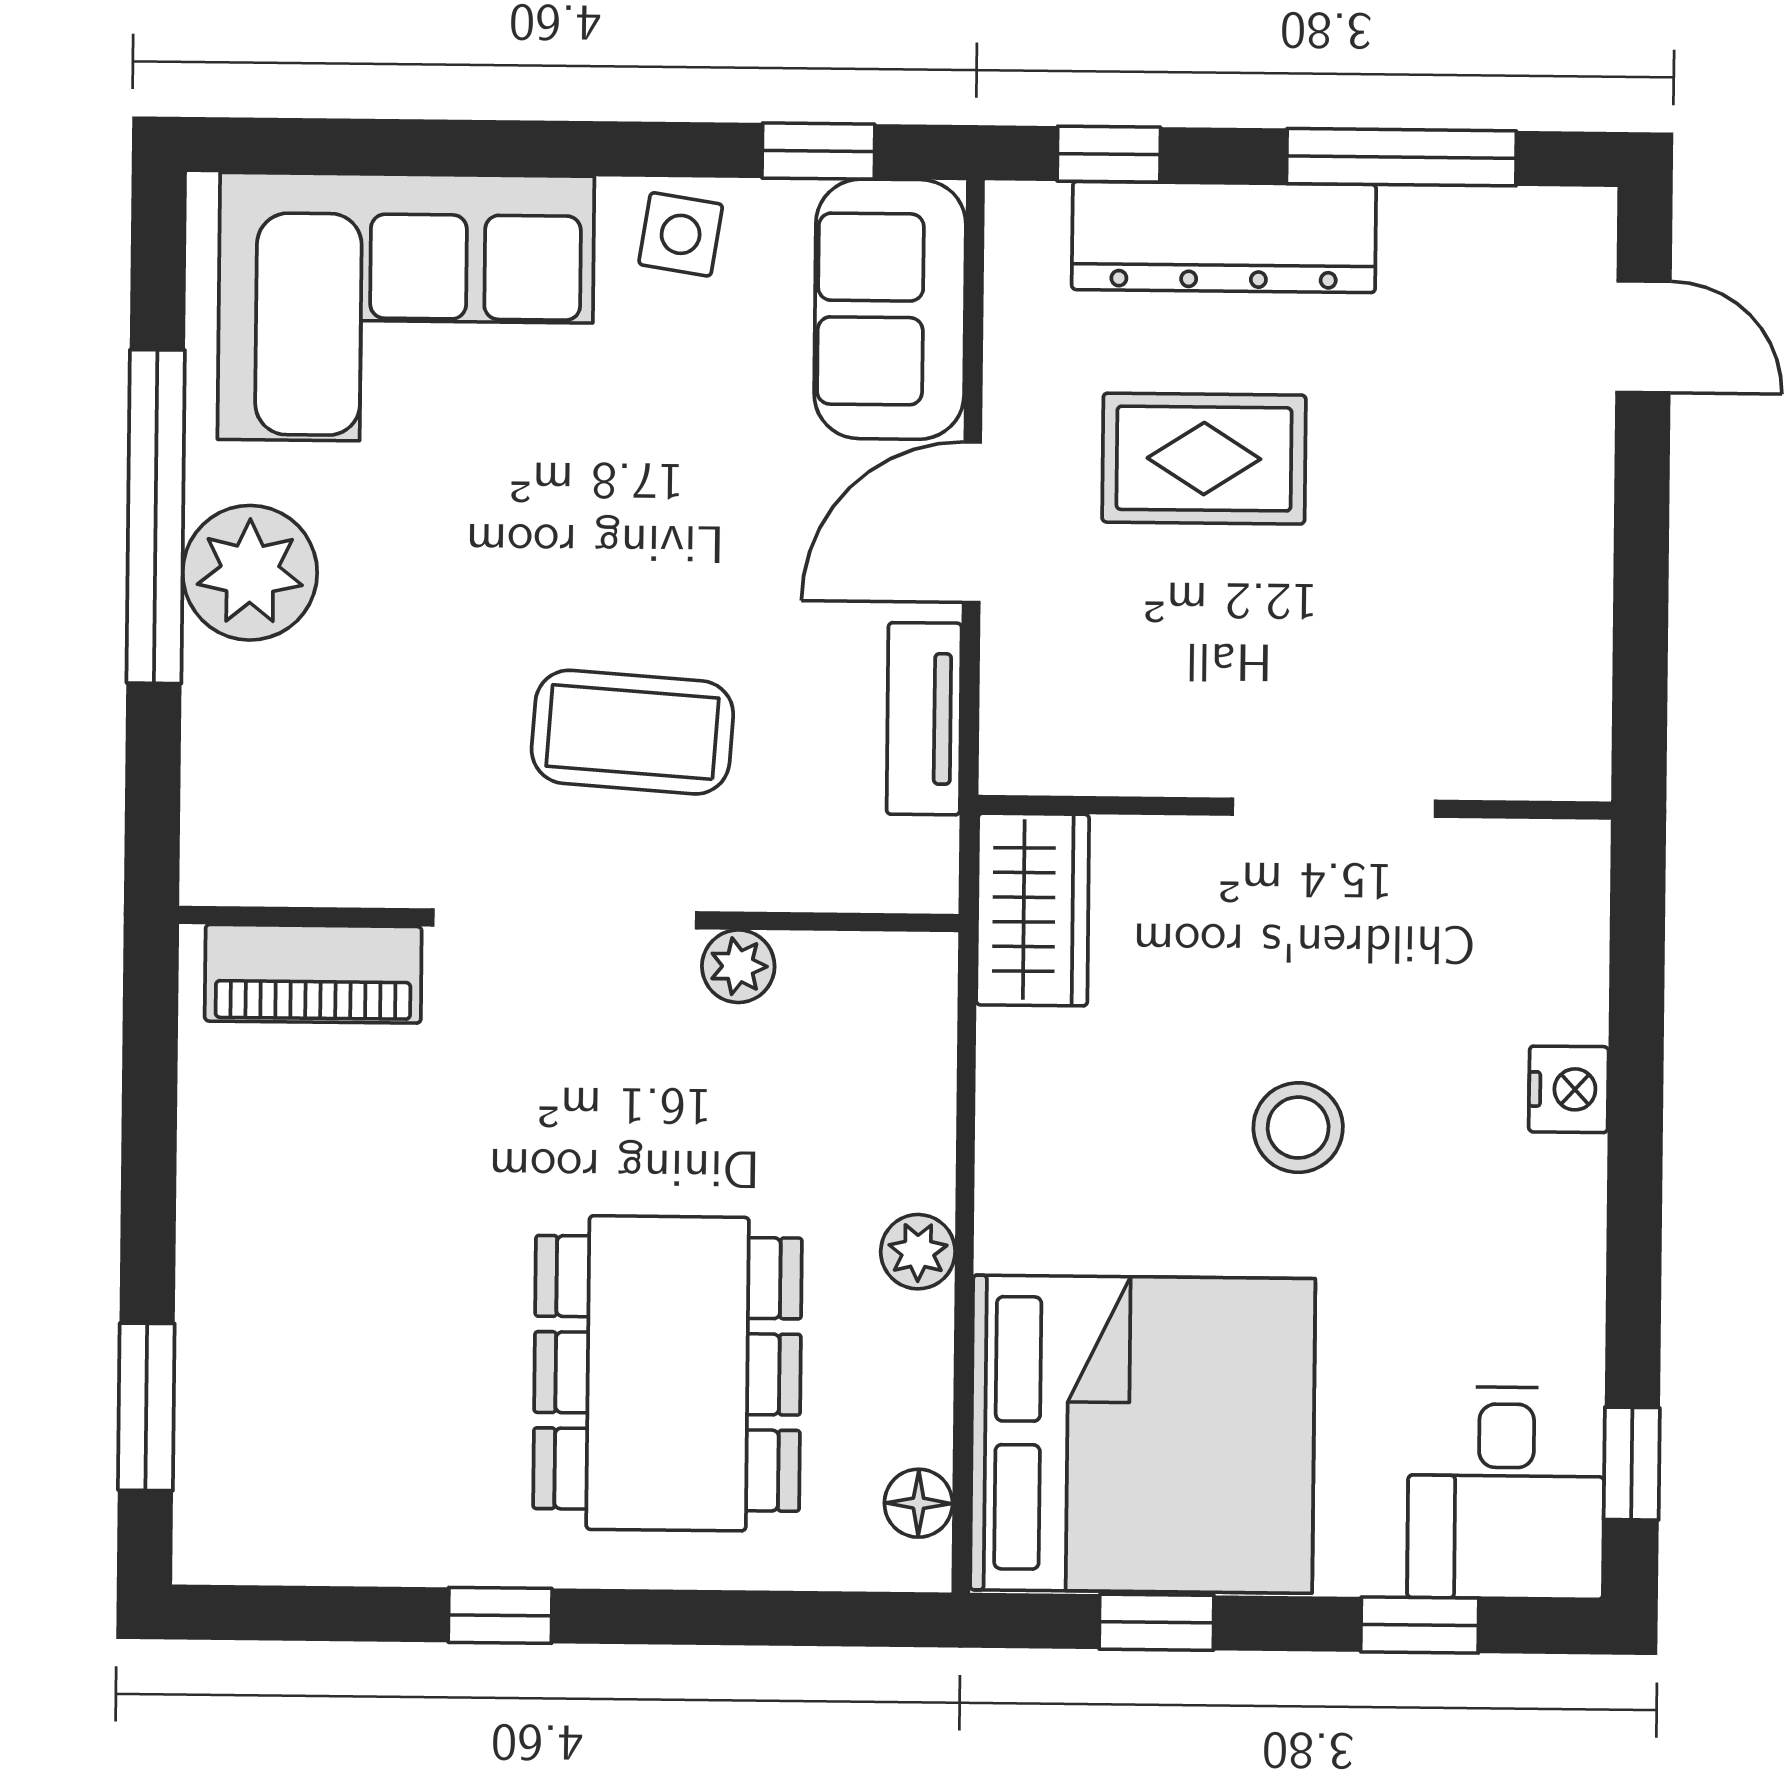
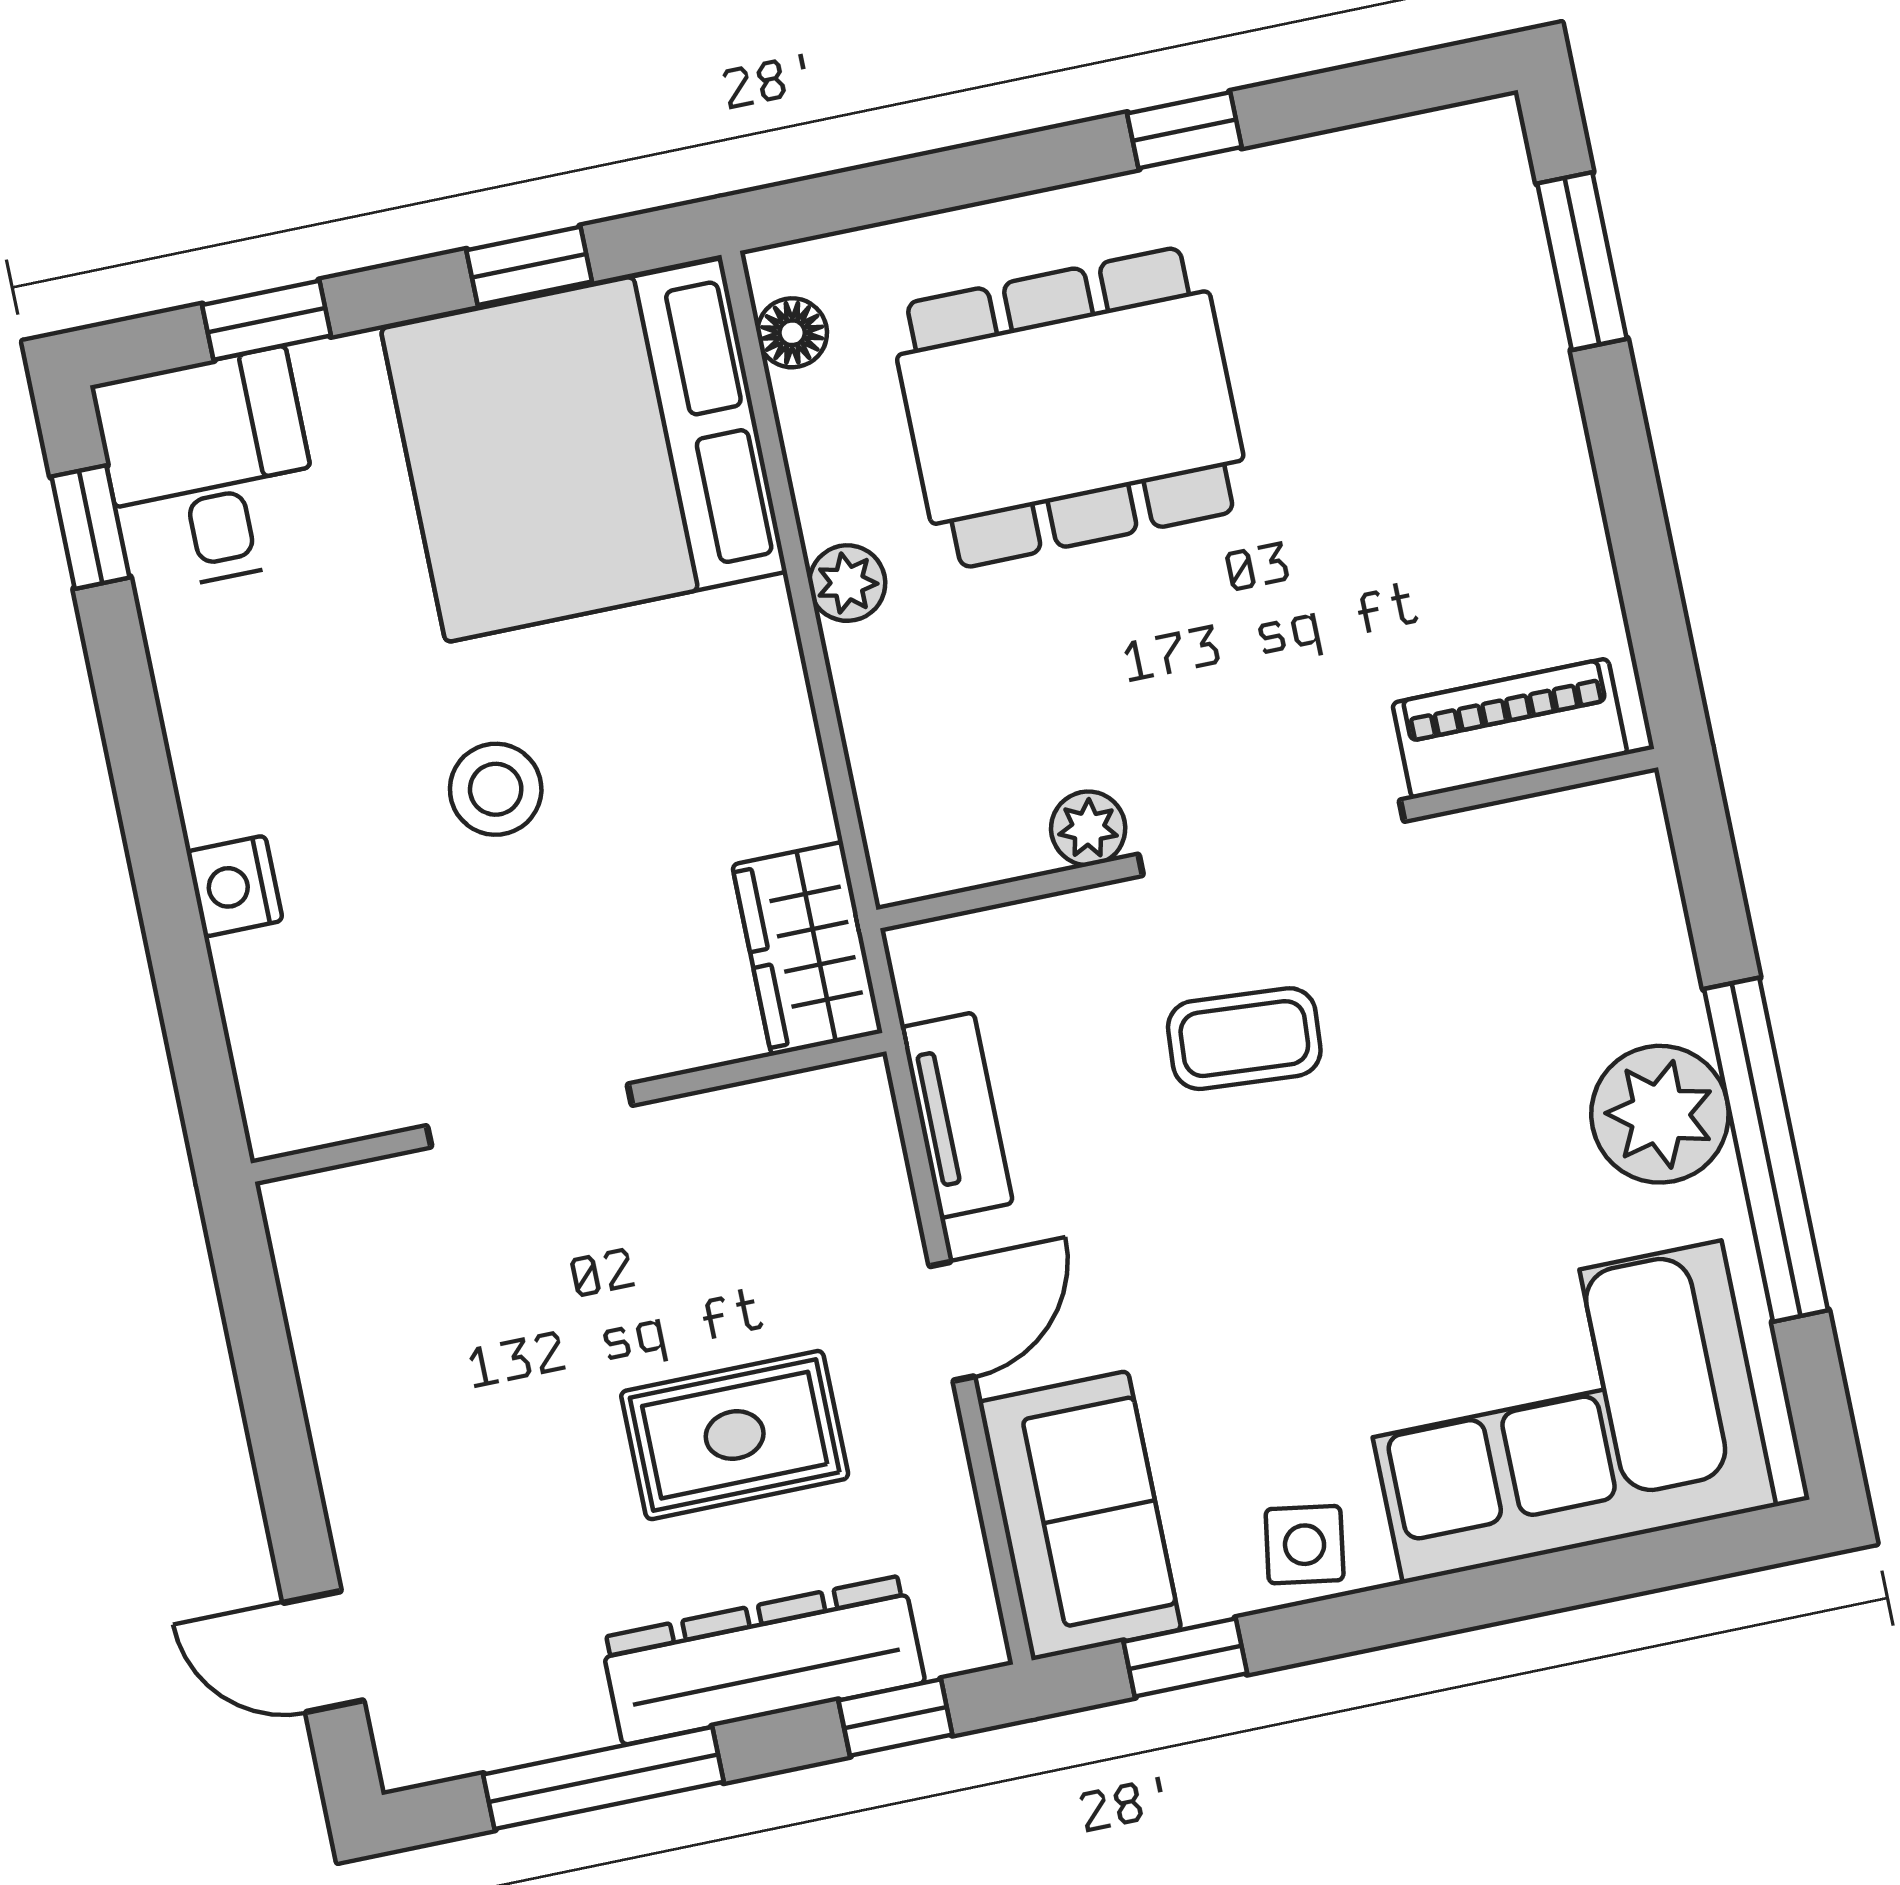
door: (972, 522) -> (952, 1321), width x0.73
coffee table: (632, 732) -> (1244, 1039), width x0.73, depth x0.77
dining table: (668, 1373) -> (1070, 408), turned 90

